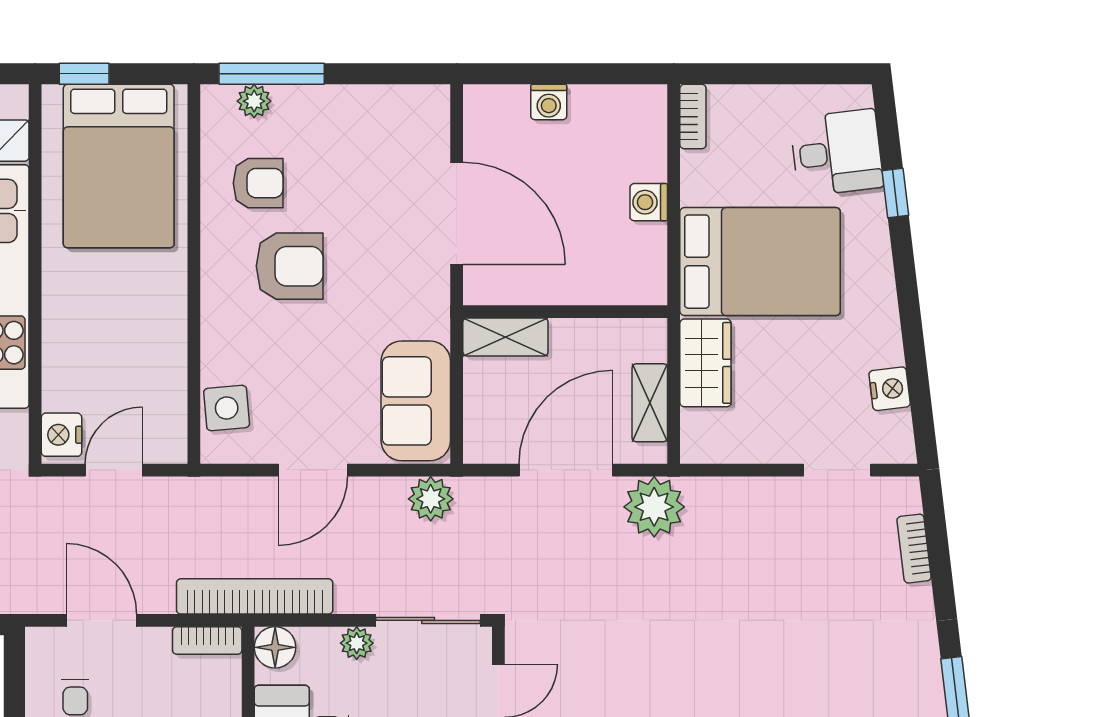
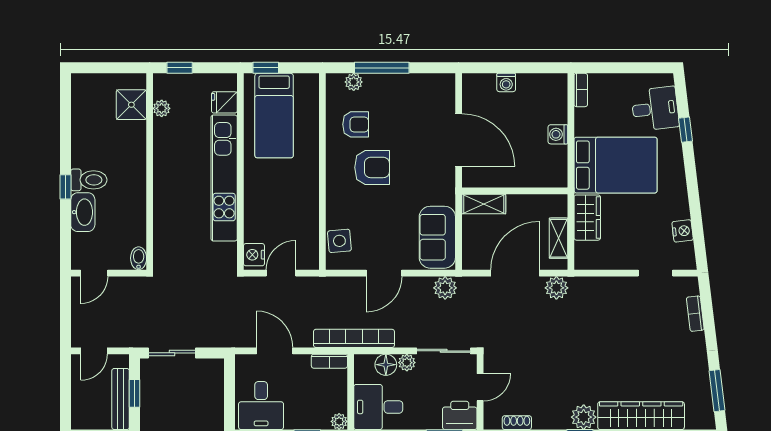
window: (272, 74) -> (382, 68), moved
bed: (119, 166) -> (274, 116), width x0.67
plant: (654, 507) -> (556, 288), width x0.73, depth x0.73
floor lamp: (275, 647) -> (386, 365), moved

